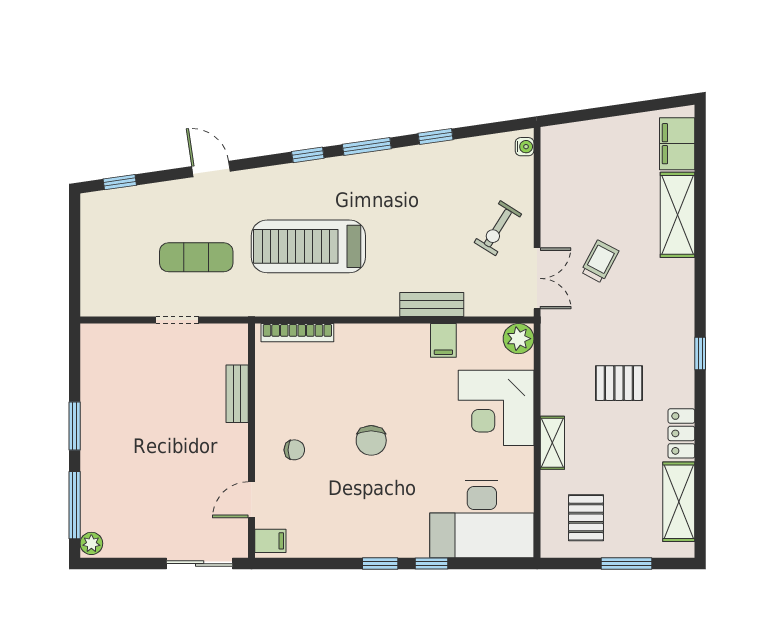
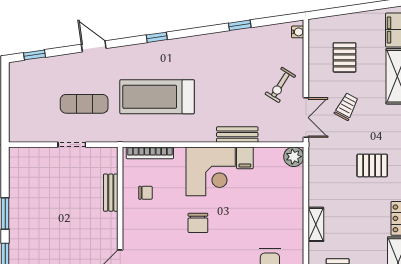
window: (367, 146) -> (195, 32), removed
pallet: (597, 186) -> (345, 57), added
pallet: (619, 383) -> (372, 165), moved
corner desk: (496, 408) -> (211, 171), moved, turned -90
chair: (294, 450) -> (145, 193), moved

